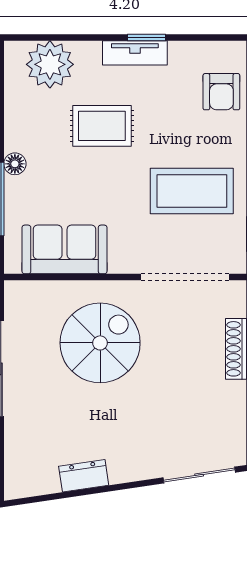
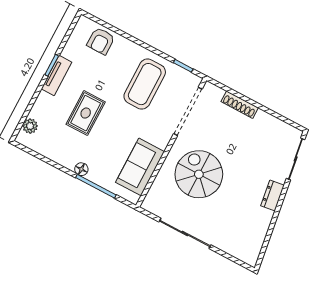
plant: (50, 64) -> (30, 126), width x0.53, depth x0.53
armchair: (221, 92) -> (101, 41), turned 90
dresser: (84, 476) -> (273, 195), moved

